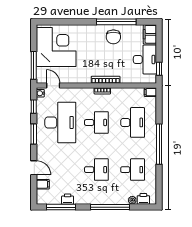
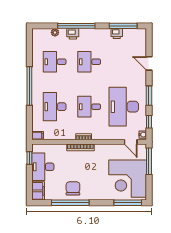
window: (56, 22) -> (128, 203), added
filing cabinet: (43, 184) -> (140, 48), removed
printer: (143, 199) -> (73, 34), moved

